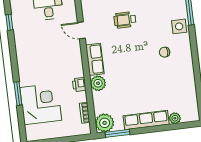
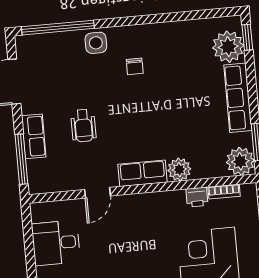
printer: (79, 84) -> (197, 197), moved
plant: (175, 118) -> (228, 47), width x1.88, depth x1.88
window: (186, 125) -> (247, 37), added

